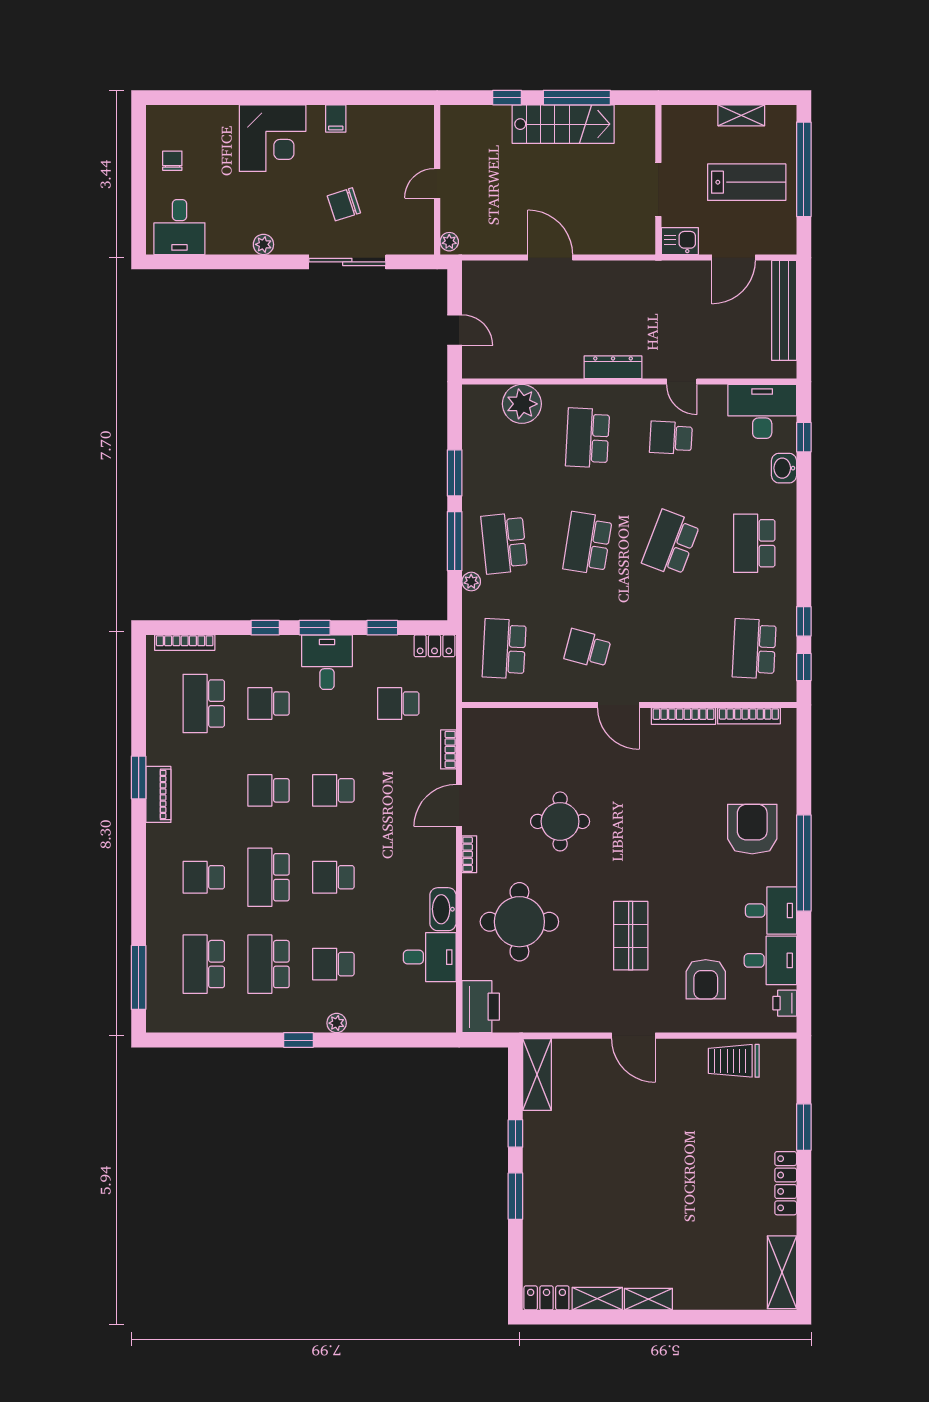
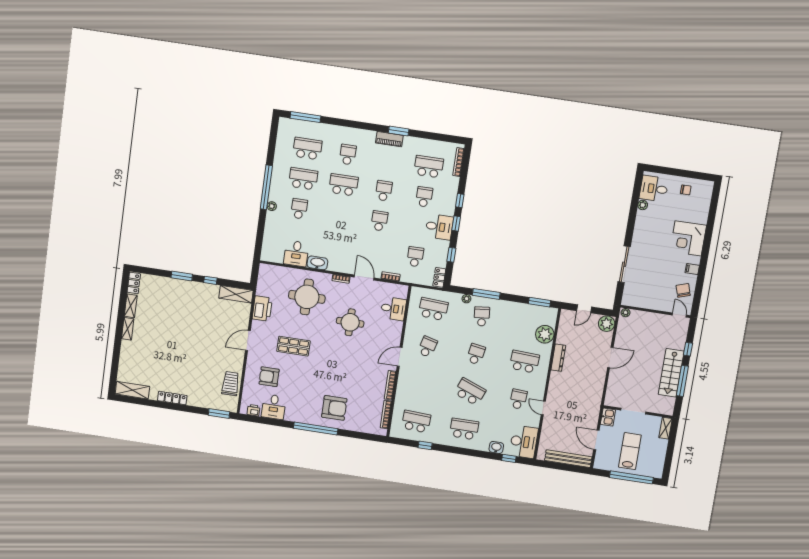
shelving: (741, 115) -> (666, 428), moved
lab bench: (747, 182) -> (630, 451), turned 180
door: (437, 183) -> (679, 315), moved
chair: (344, 204) -> (683, 290), moved
plant: (263, 244) -> (643, 205), moved
plant: (479, 278) -> (607, 324), added
dresser: (613, 367) -> (558, 358), moved
door: (682, 382) -> (543, 408), hinge flipped
window: (455, 473) -> (539, 302), moved
school desk: (504, 543) -> (482, 316), width x0.54
school desk: (588, 543) -> (476, 354), width x0.54
window: (804, 667) -> (404, 442), removed
school desk: (333, 877) -> (339, 215), removed
desk: (771, 911) -> (393, 309), moved, turned -90
printer: (481, 1007) -> (262, 309), moved, turned -90
window: (298, 1040) -> (266, 187), width x3.17
window: (804, 1127) -> (219, 413), moved

